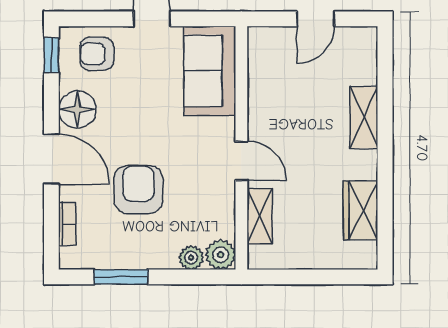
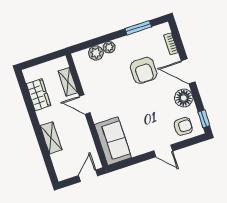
sofa: (210, 71) -> (113, 141), moved
wall: (241, 148) -> (87, 110), moved
door: (241, 161) -> (85, 105), moved
shelving: (260, 216) -> (68, 82), moved

